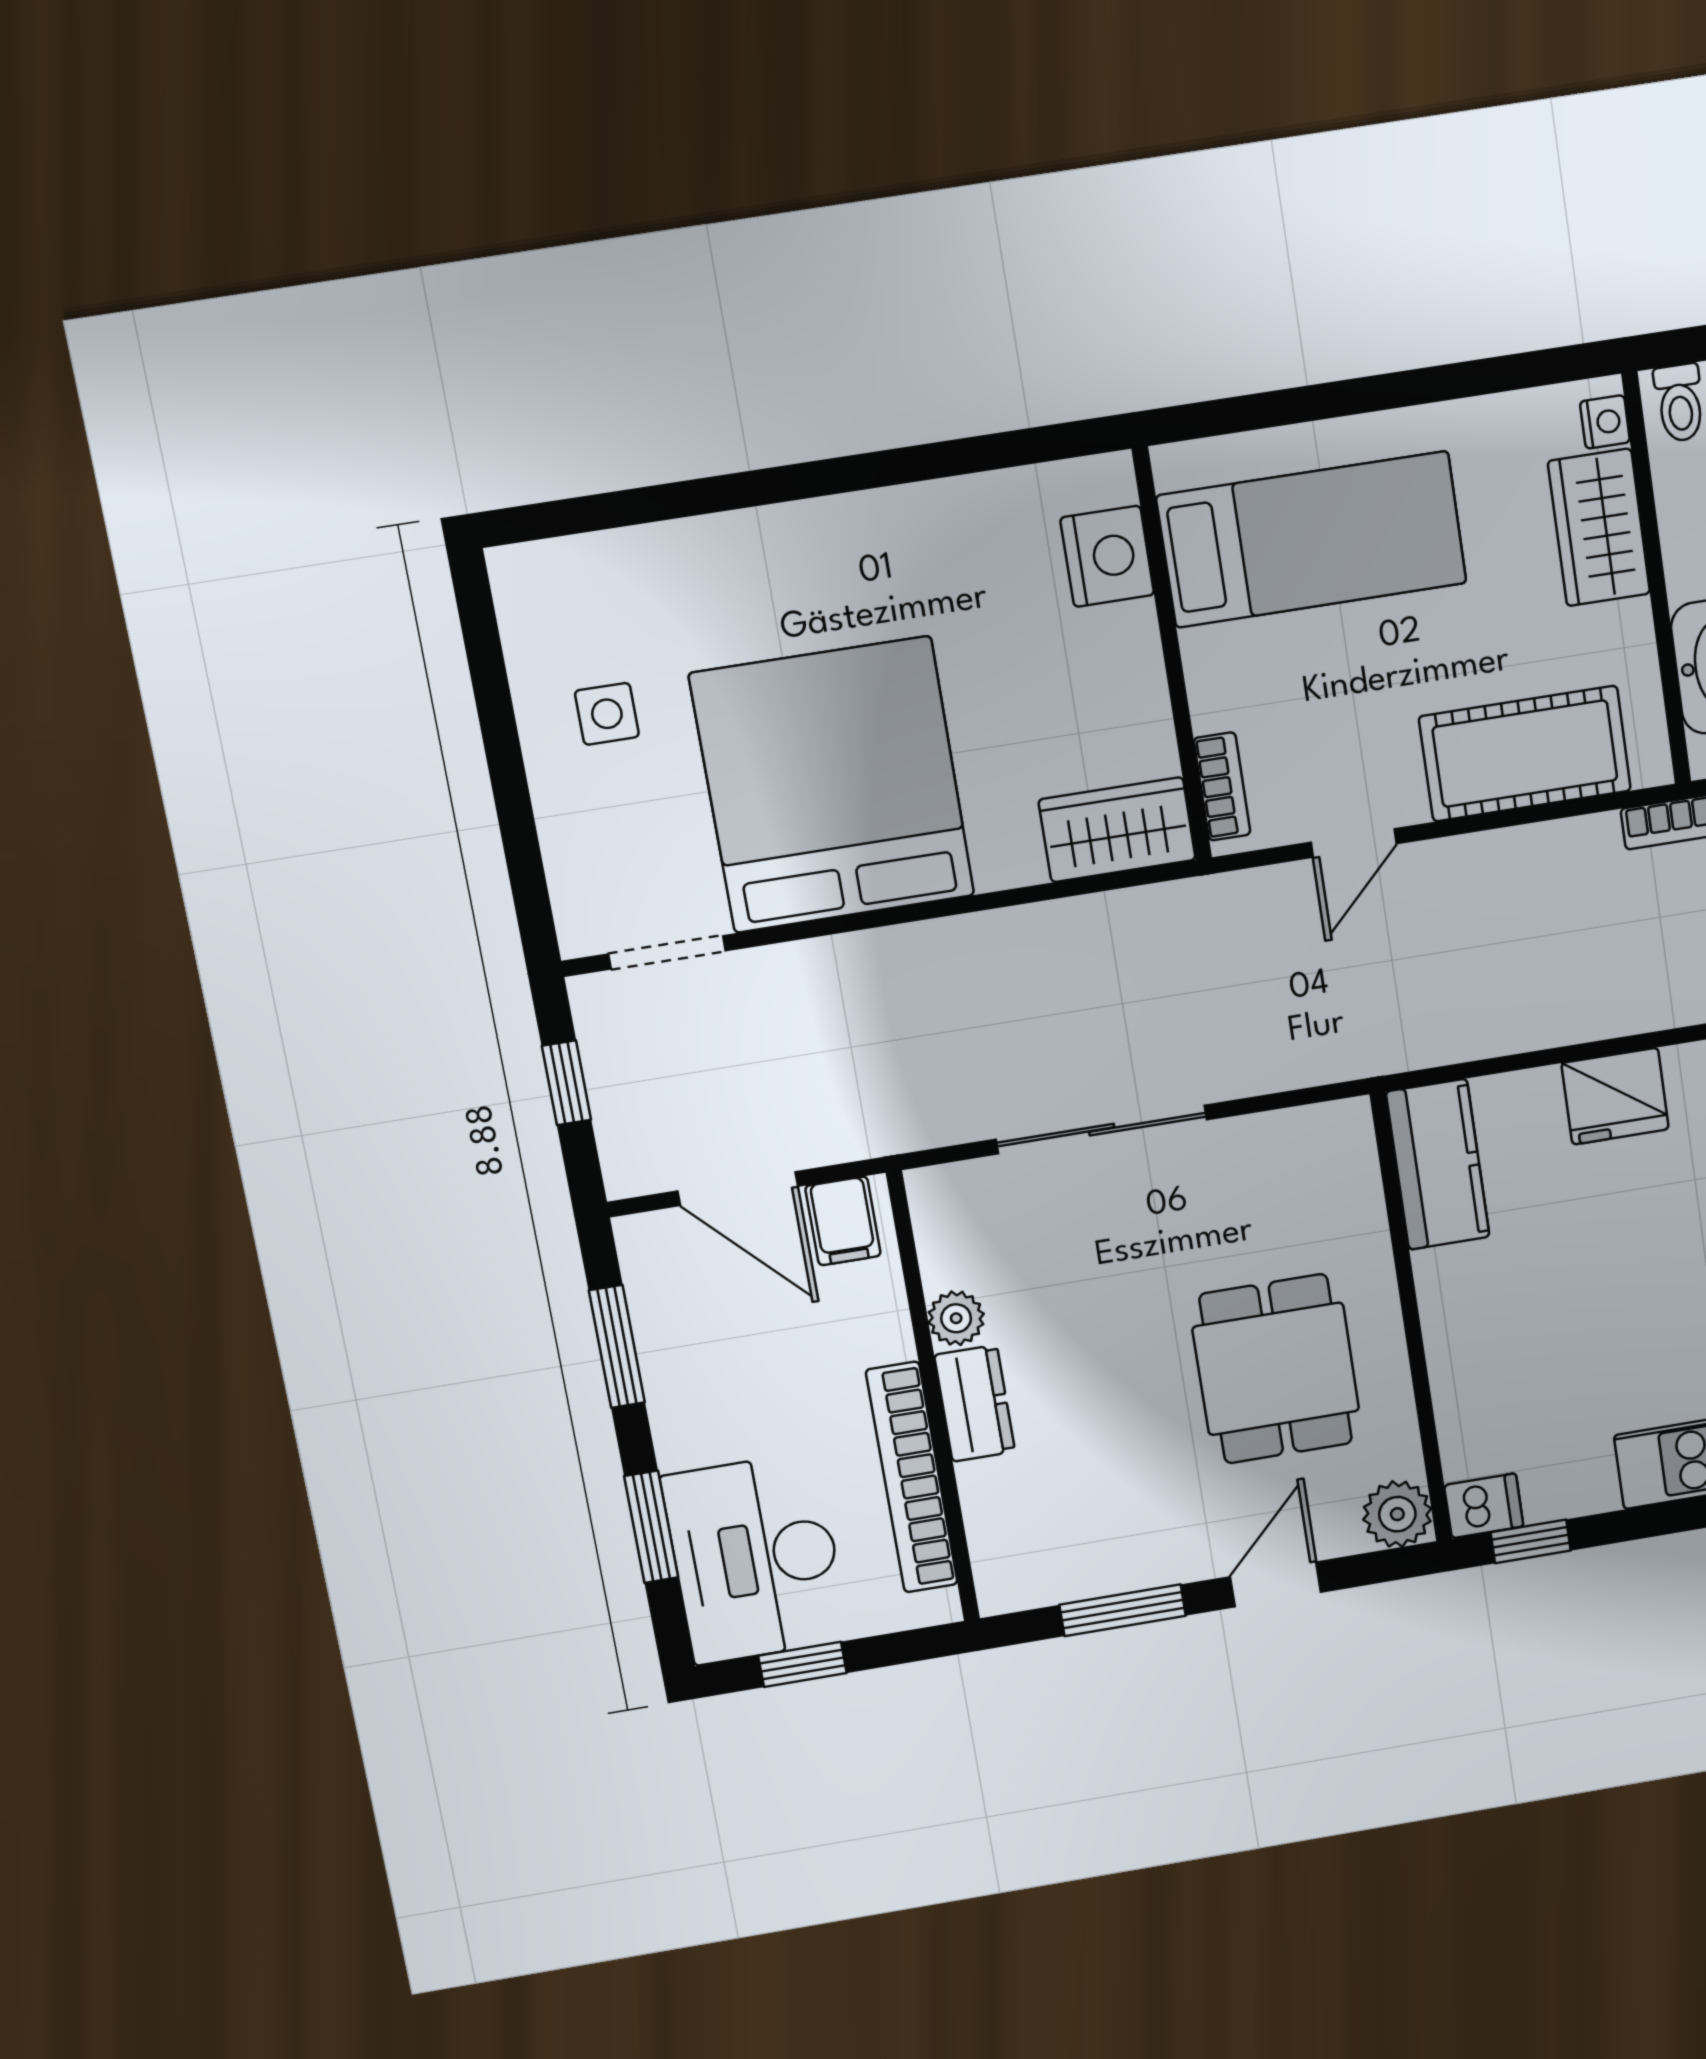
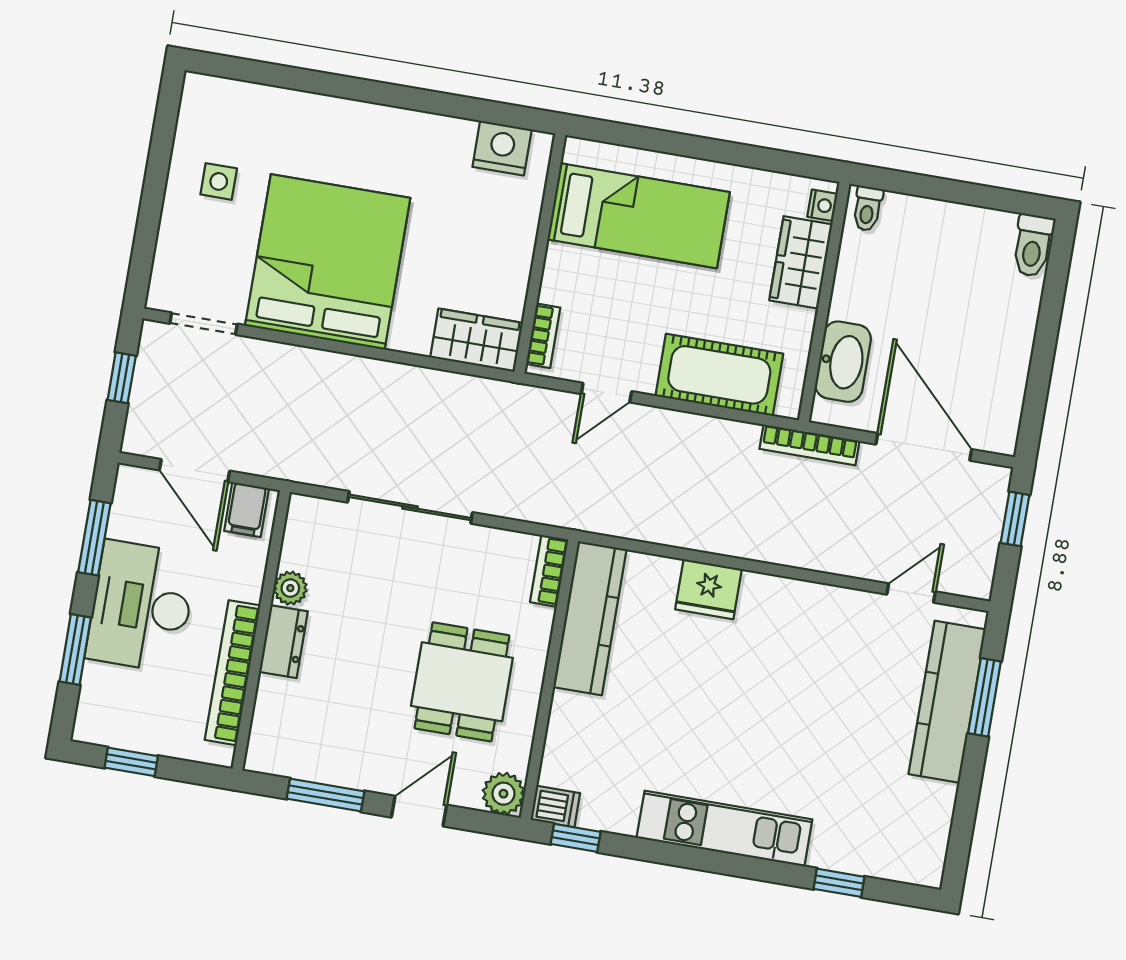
nightstand: (1107, 556) -> (502, 148), moved, turned -90
bookcase: (1355, 1153) -> (549, 571), added
kitchen counter: (1438, 1164) -> (590, 618), width x1.50
desk: (756, 1559) -> (141, 606), moved

